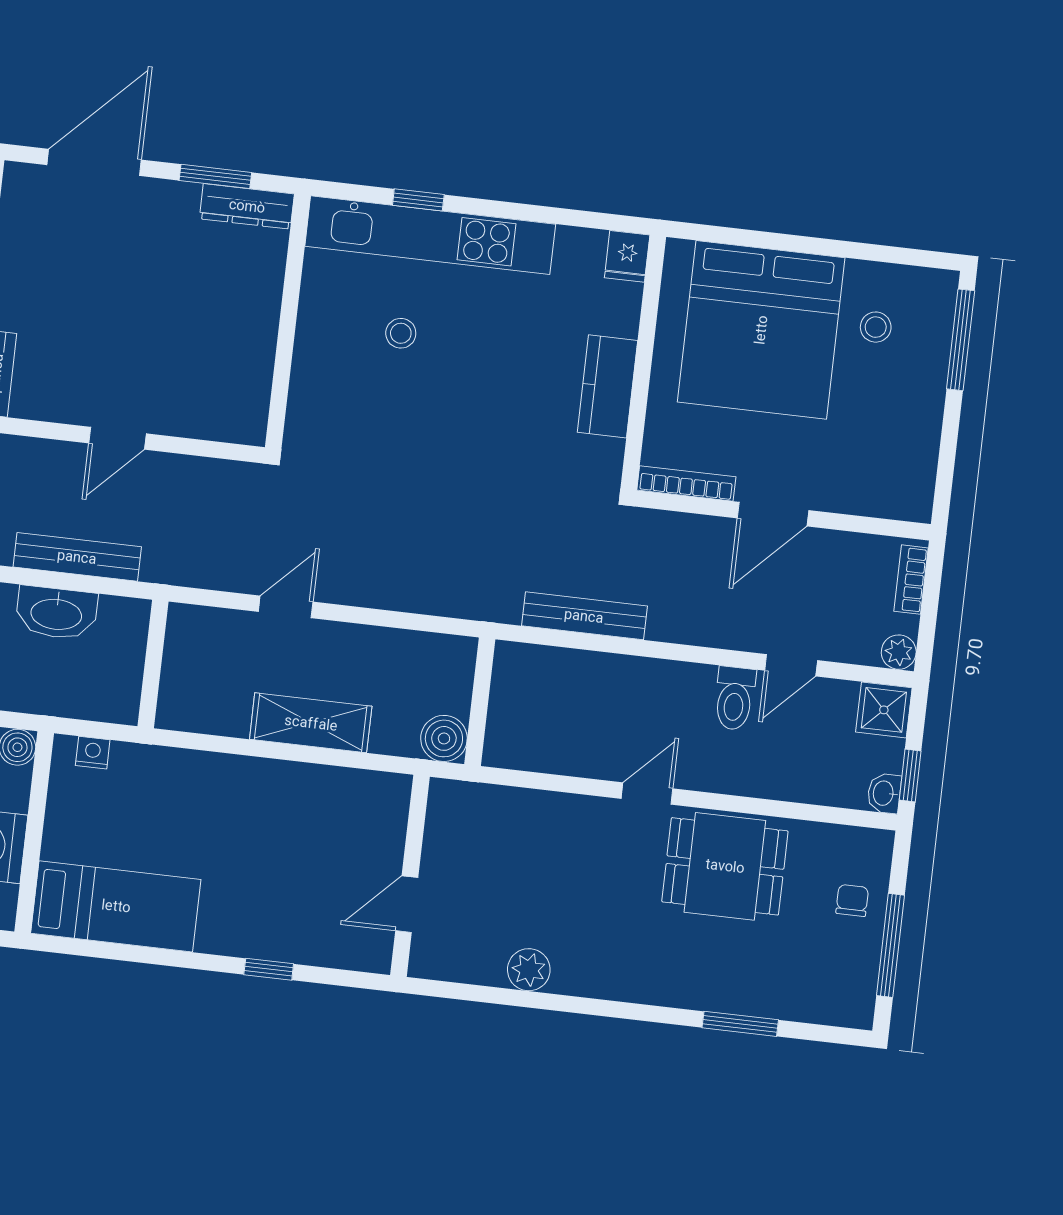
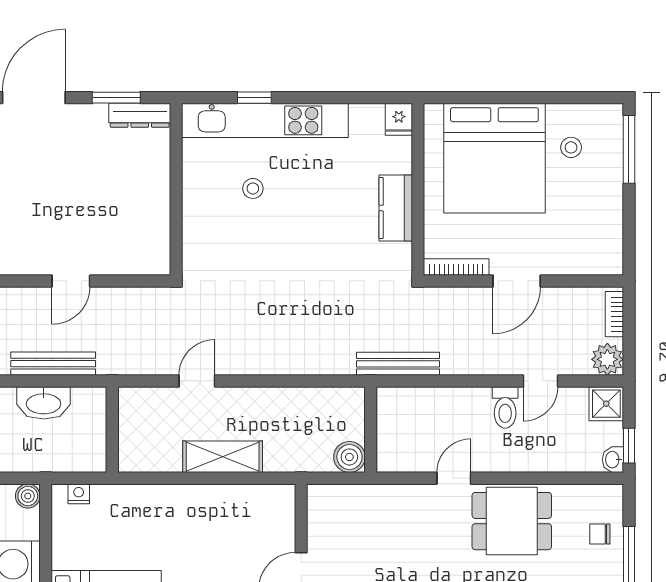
plant: (899, 652) -> (607, 359), width x1.38, depth x1.38
wall: (480, 702) -> (371, 430), moved
boiler: (444, 738) -> (349, 457), moved
chair: (852, 900) -> (600, 534), turned -90

